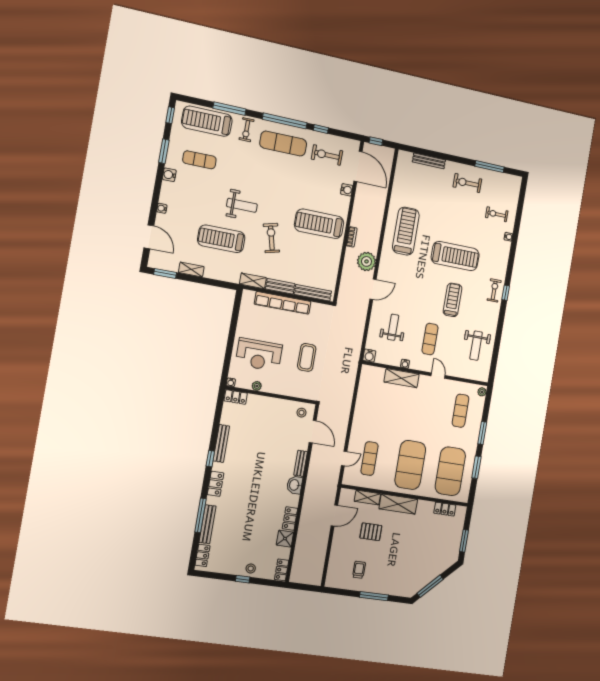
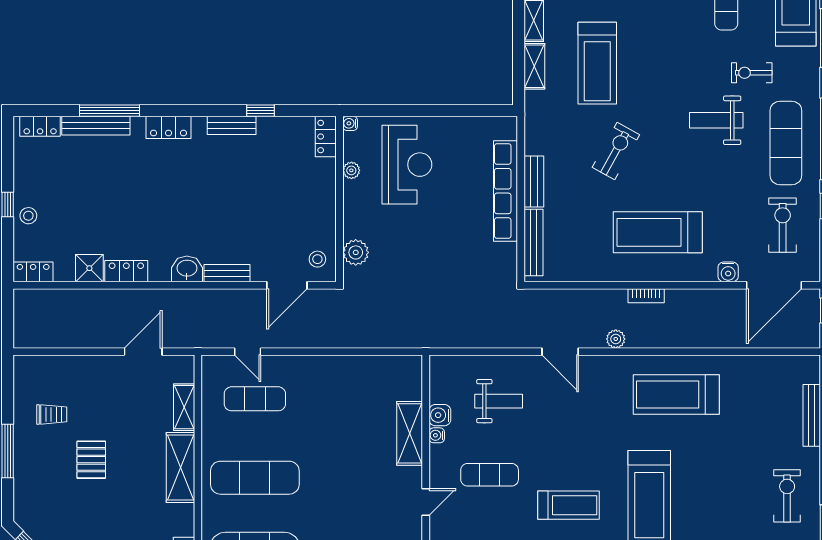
exercise bike: (247, 130) -> (752, 73), moved
weight bench: (242, 205) -> (716, 120), moved, turned 90
treadmill: (319, 224) -> (658, 232), turned -90
treadmill: (406, 231) -> (676, 394), turned 180
exercise bike: (271, 238) -> (616, 151), turned -47
treadmill: (221, 239) -> (597, 63), turned 180
plant: (367, 261) -> (616, 339), width x0.53, depth x0.53
shelving: (253, 281) -> (534, 66), moved
reception desk: (259, 355) -> (407, 165), turned 180
water cooler: (369, 356) -> (440, 415), moved
coffee table: (307, 357) -> (417, 251), removed
plant: (302, 391) -> (356, 252), added
bench: (221, 443) -> (232, 125), width x0.73
window: (210, 459) -> (261, 111), moved
exercise mat: (410, 465) -> (255, 478), width x0.68
door: (334, 515) -> (143, 352), swing flipped
pallet: (371, 532) -> (91, 460), moved

